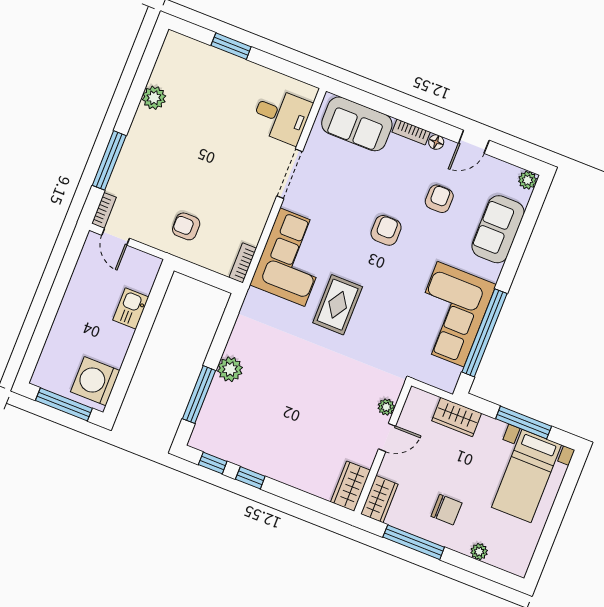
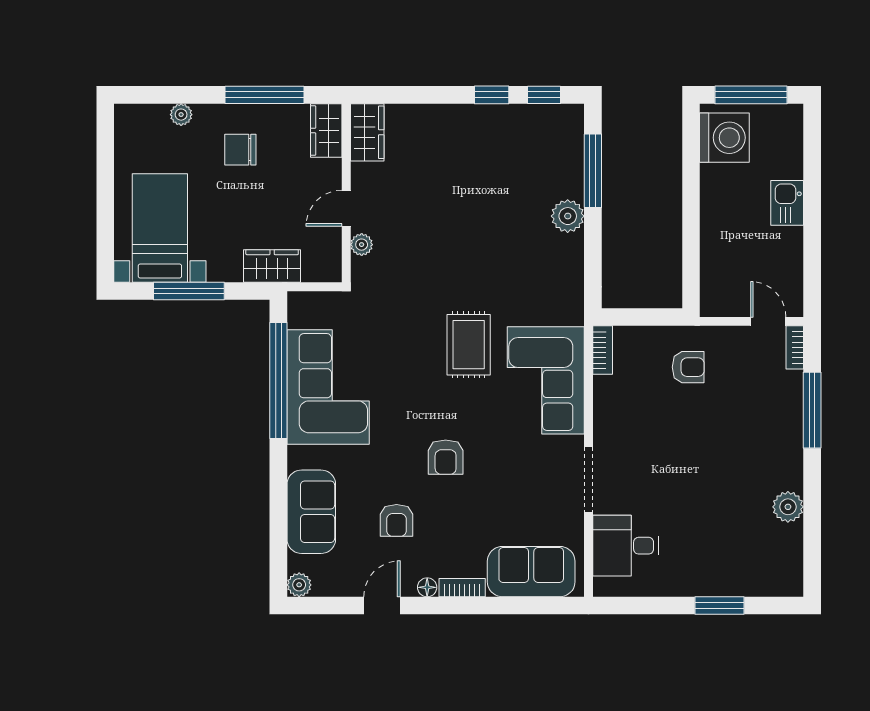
kitchen sink: (131, 308) -> (787, 203), moved, turned 180

